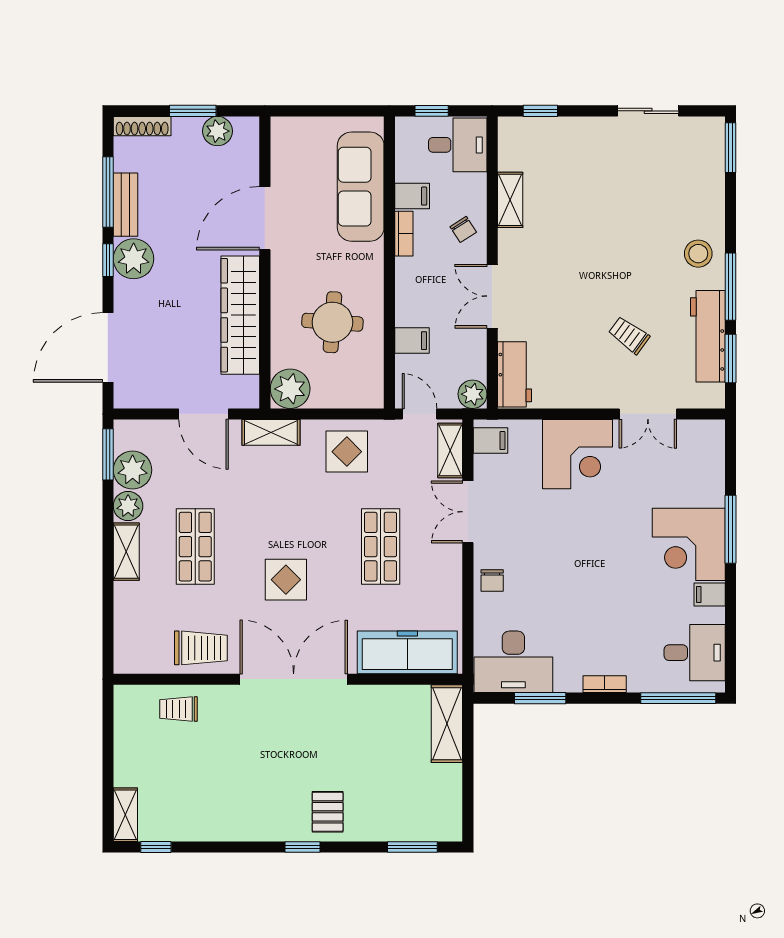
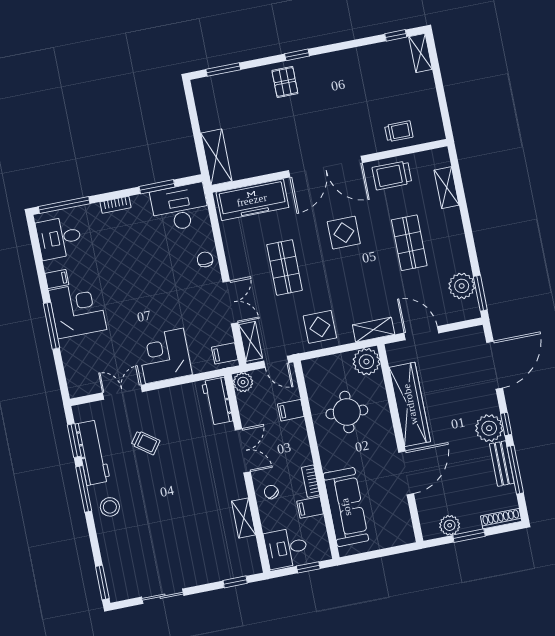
plant: (128, 506) -> (460, 261), removed
shelving: (126, 552) -> (447, 188), moved

